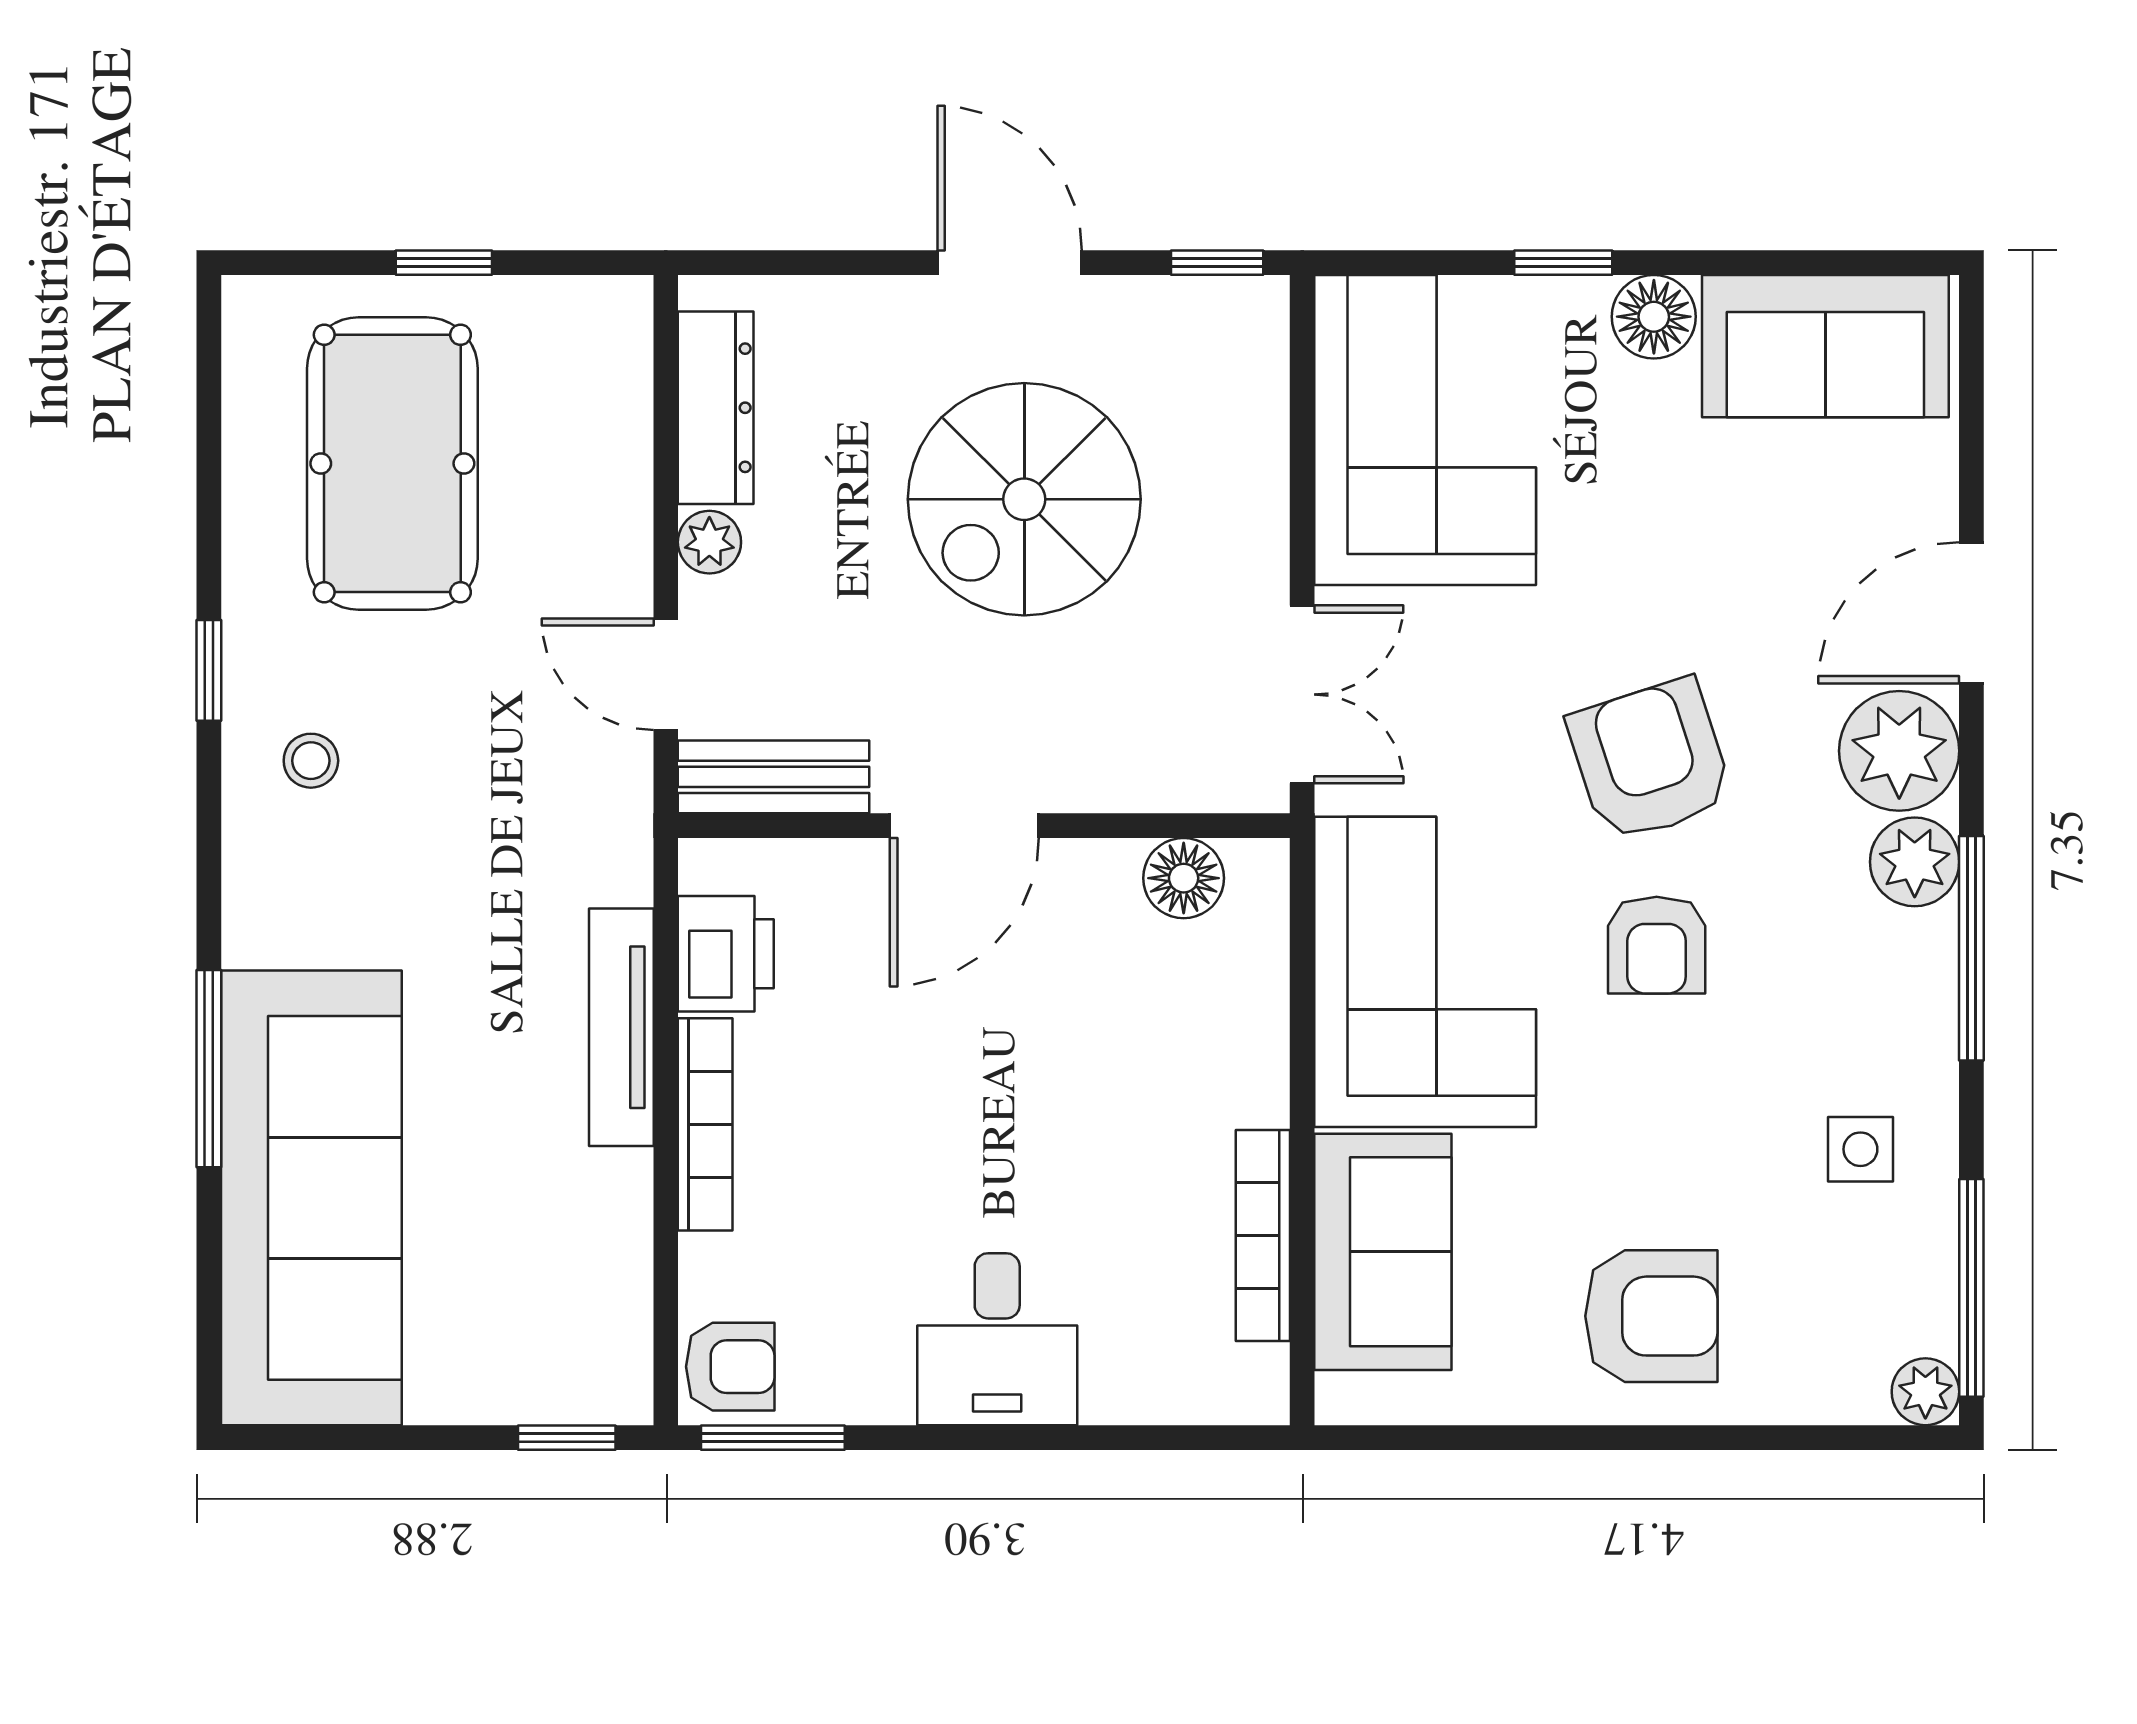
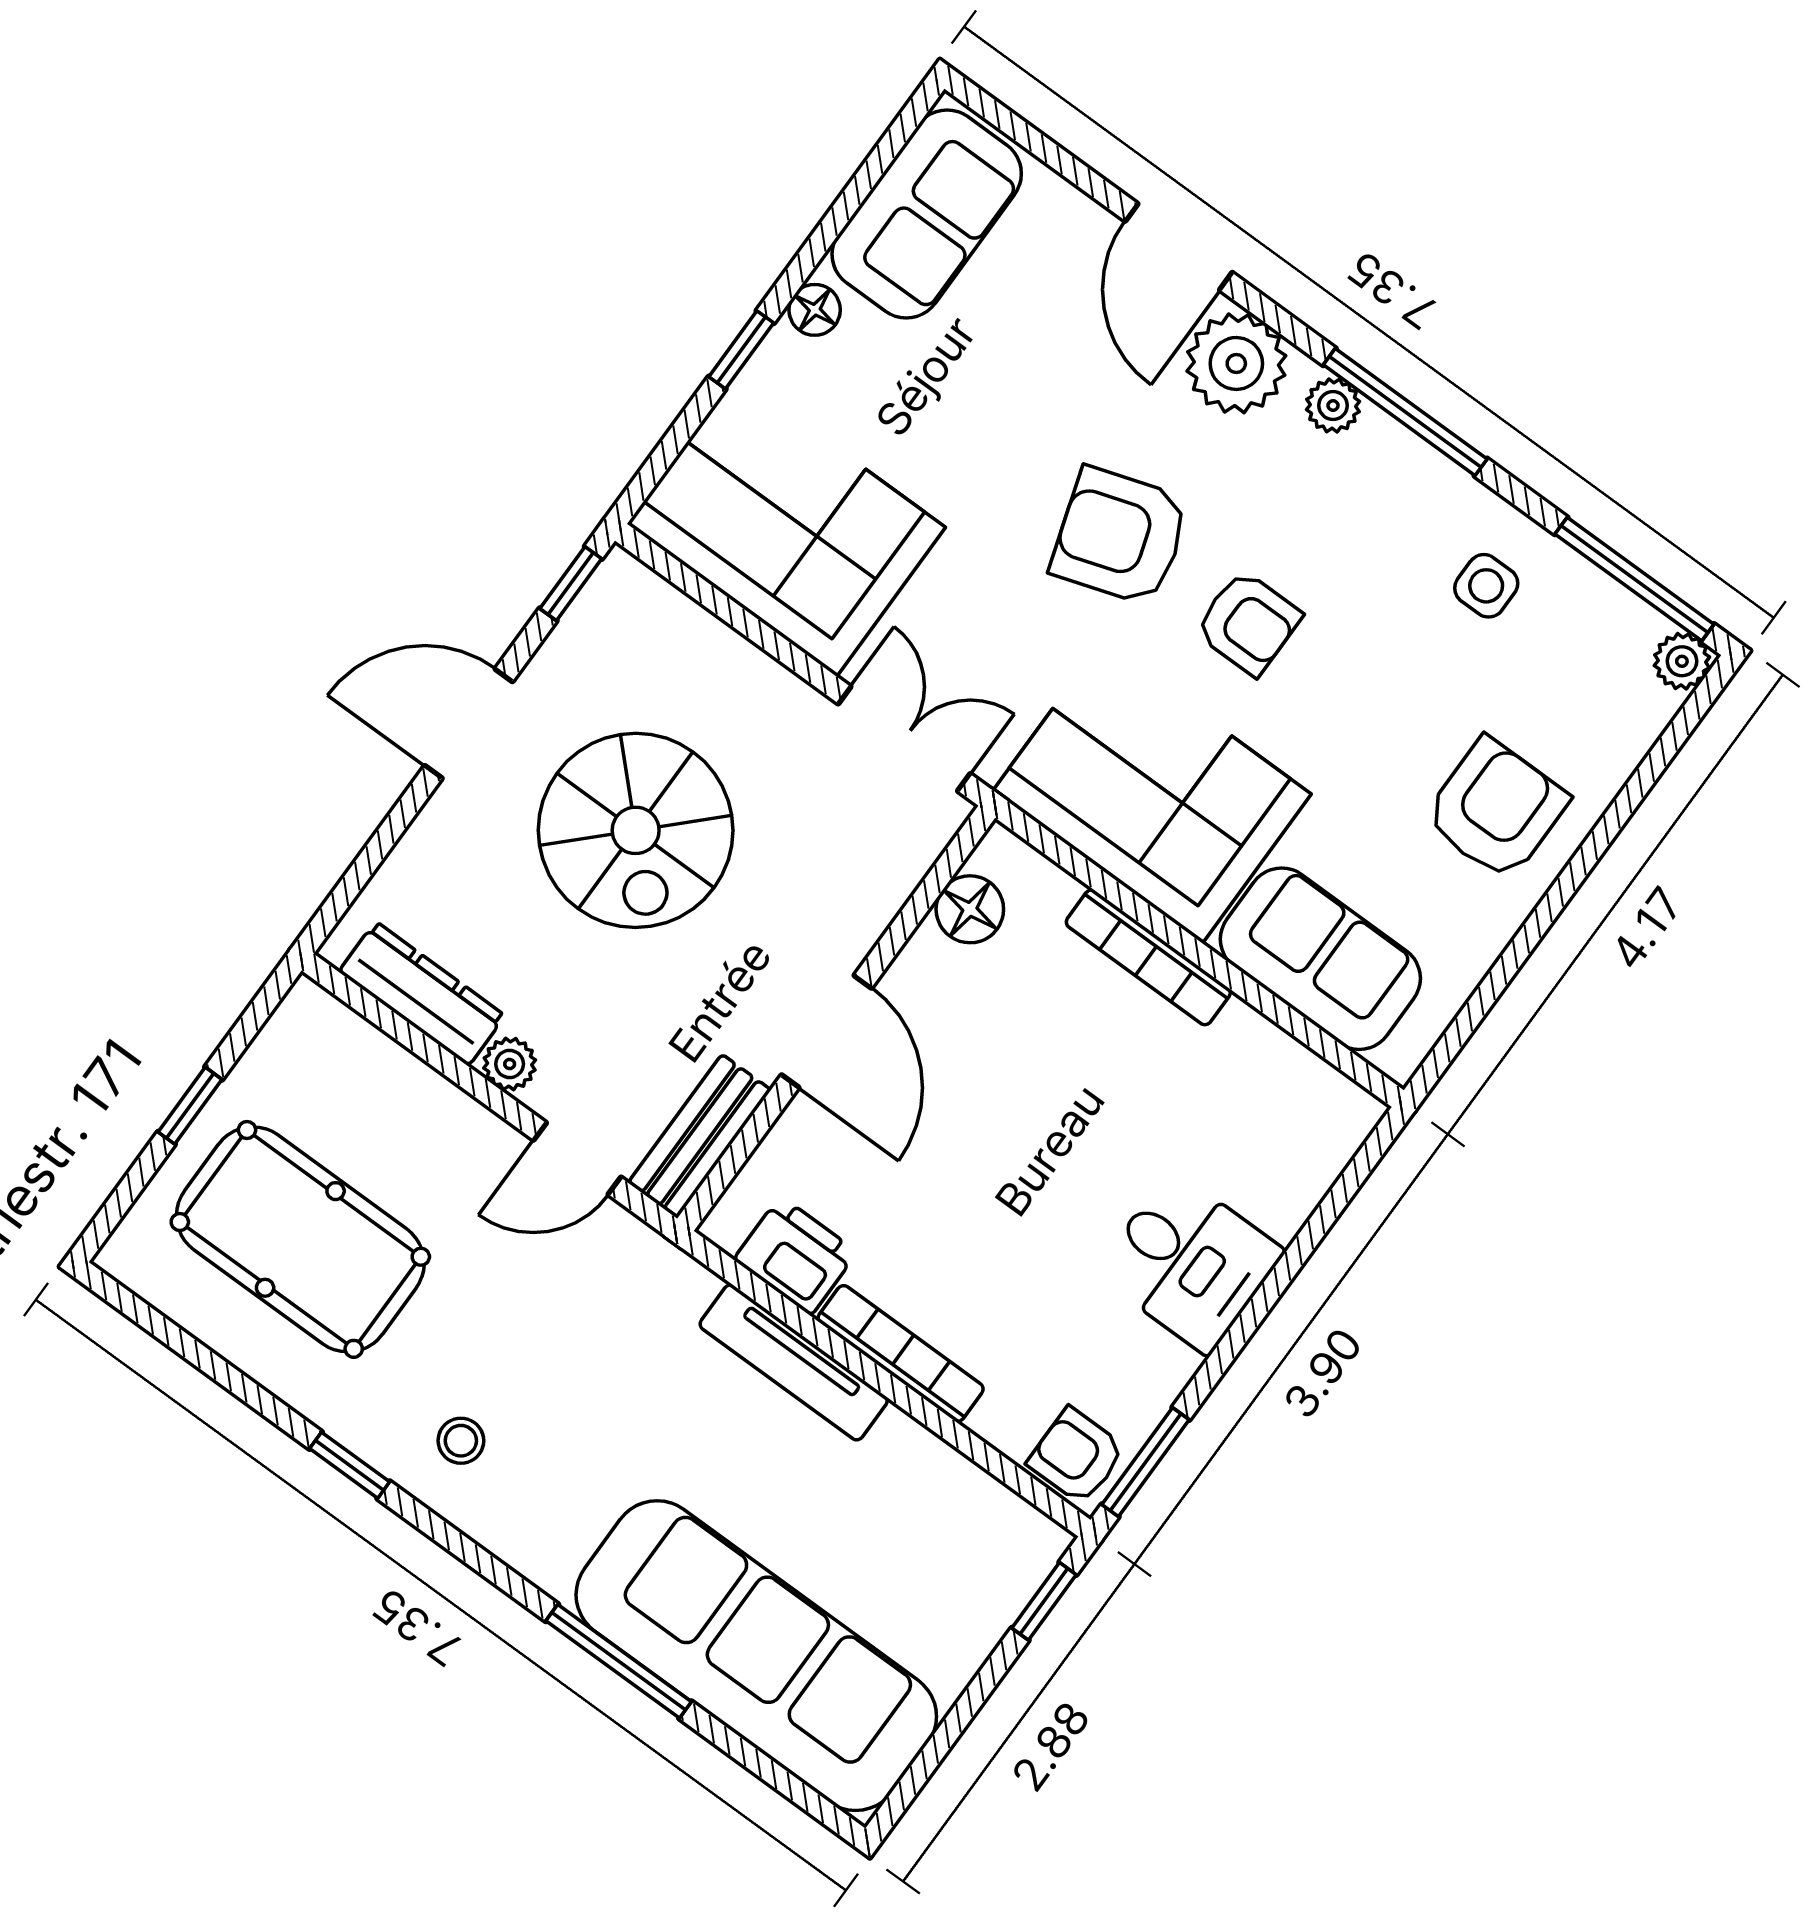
floor lamp: (1654, 317) -> (815, 310), width x0.73, depth x0.73
plant: (1915, 862) -> (1333, 405), width x0.73, depth x0.73
bookcase: (1263, 1235) -> (1148, 957), moved
armchair: (730, 1367) -> (1076, 1456), turned -90

